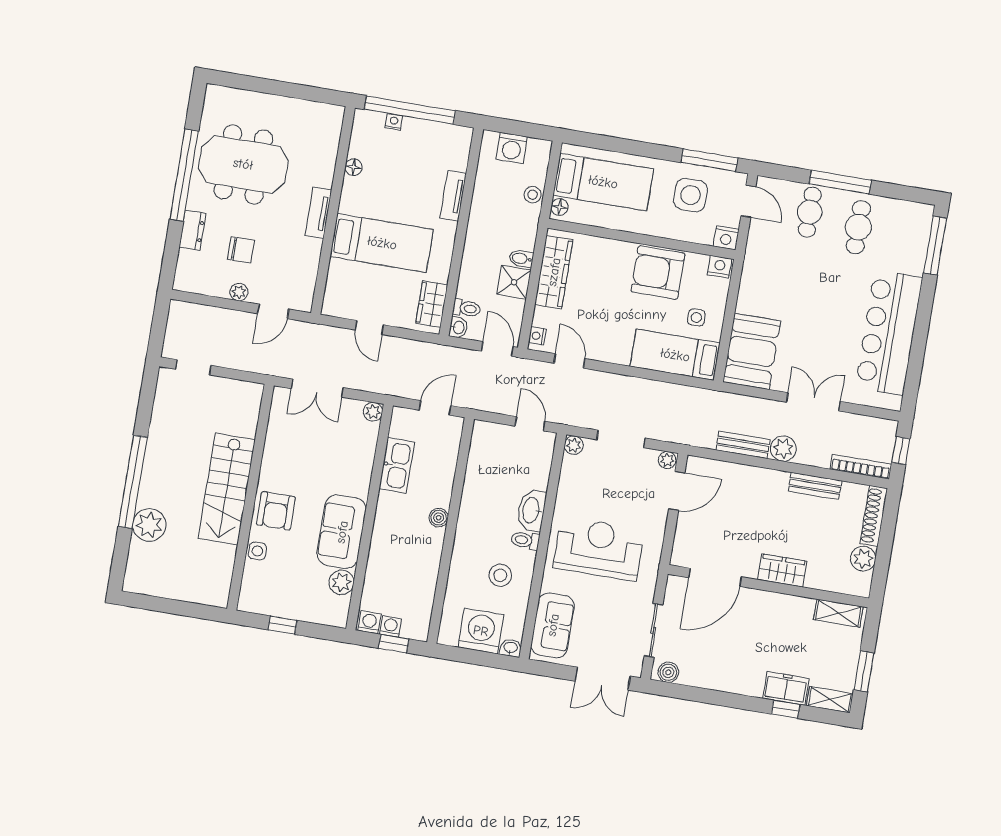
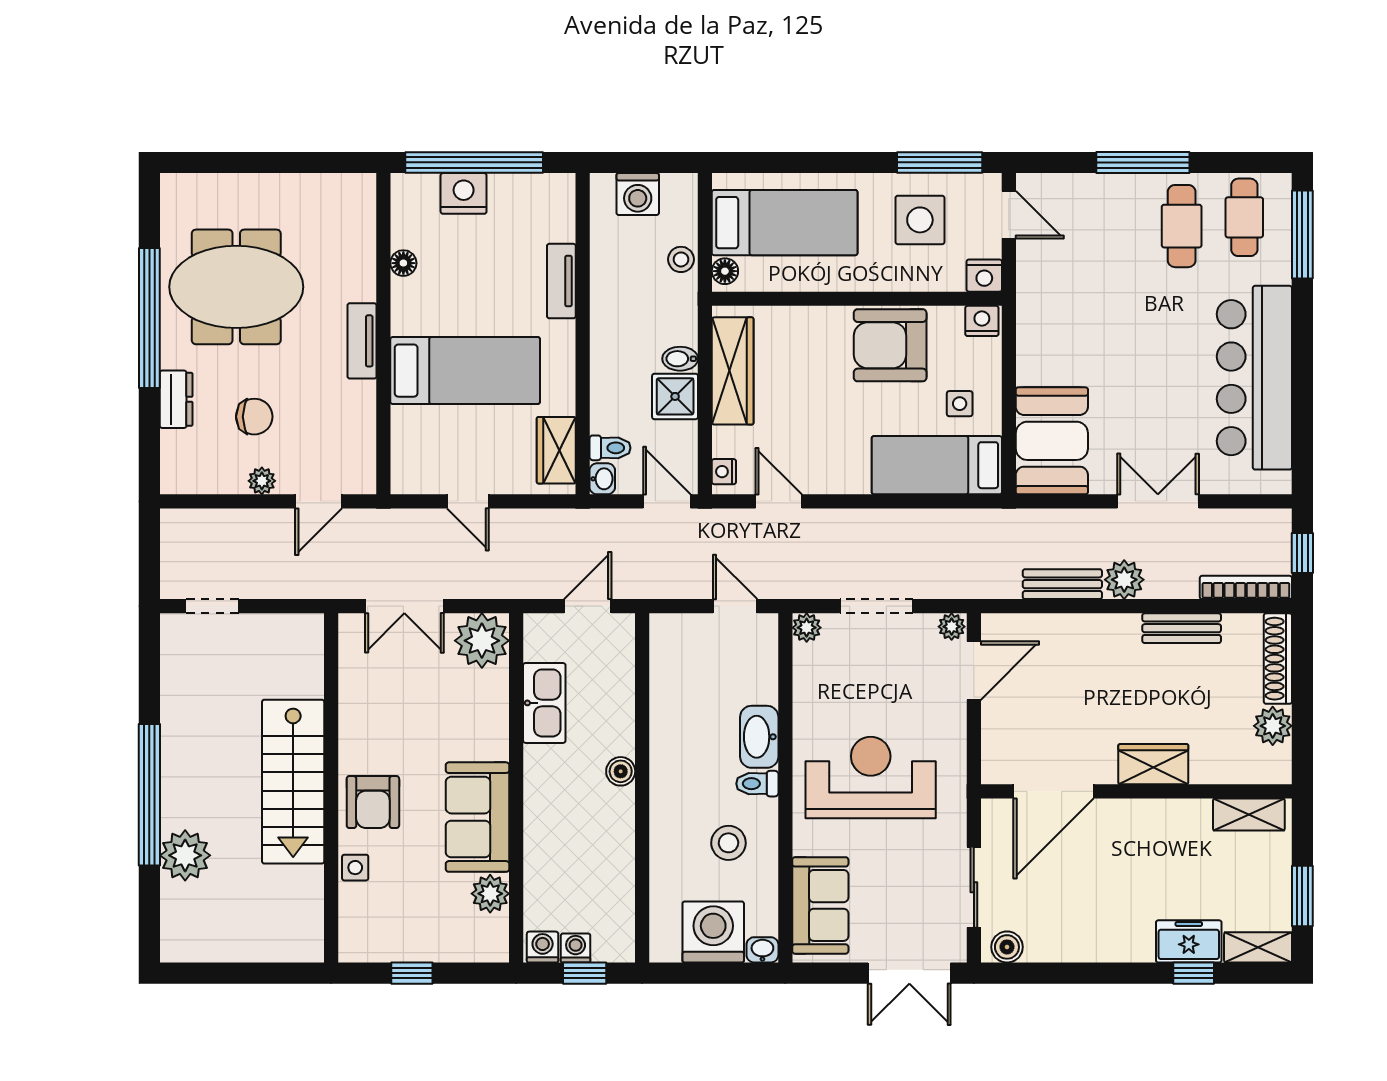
nightstand: (394, 122) -> (464, 193), width x1.89, depth x1.79
cafe table: (810, 212) -> (1244, 217), moved
plant: (373, 412) -> (482, 641), width x1.87, depth x1.87

